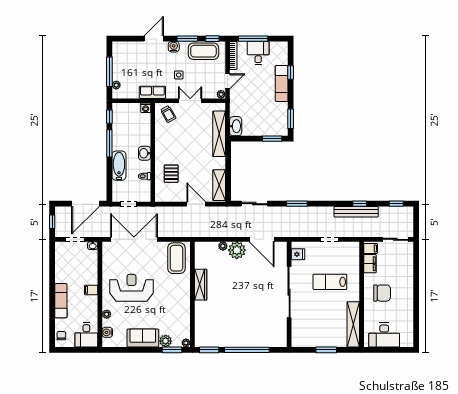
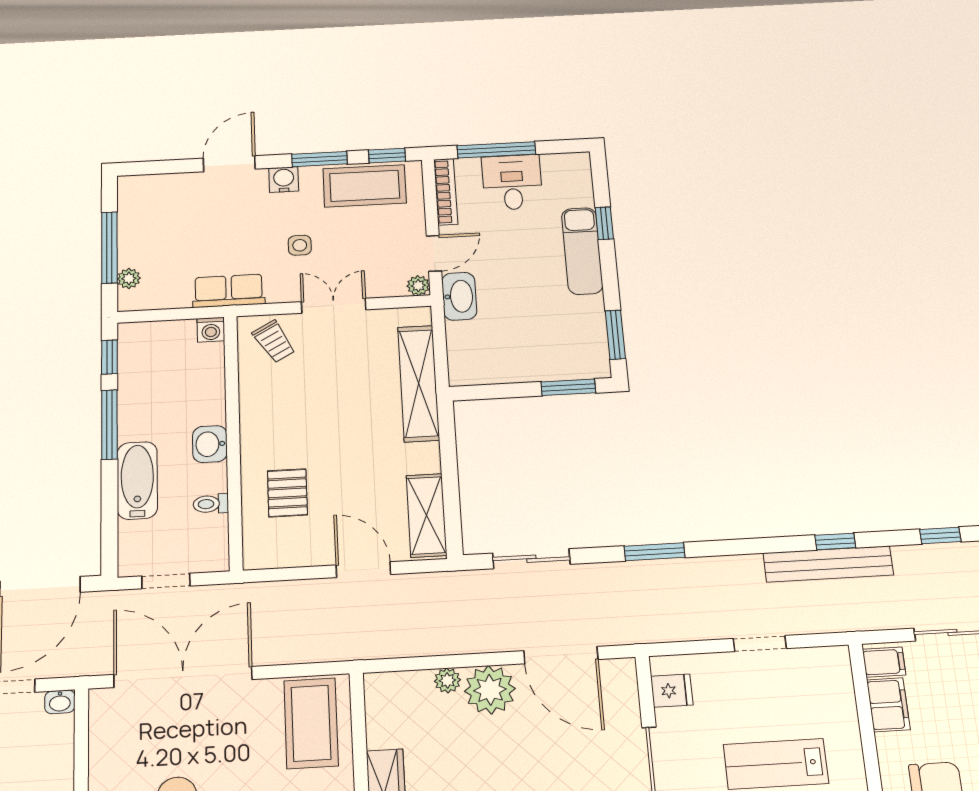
washbasin: (236, 126) -> (459, 296), moved

